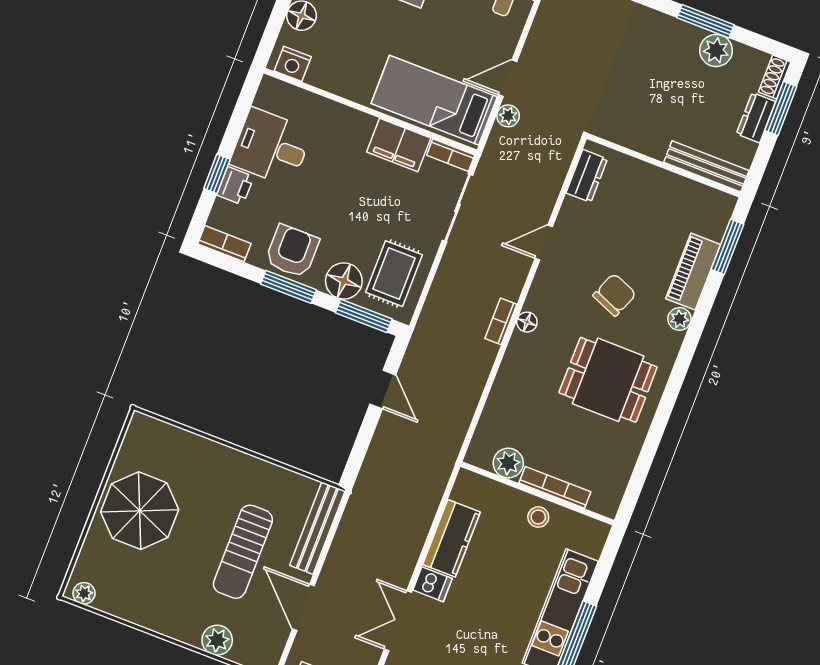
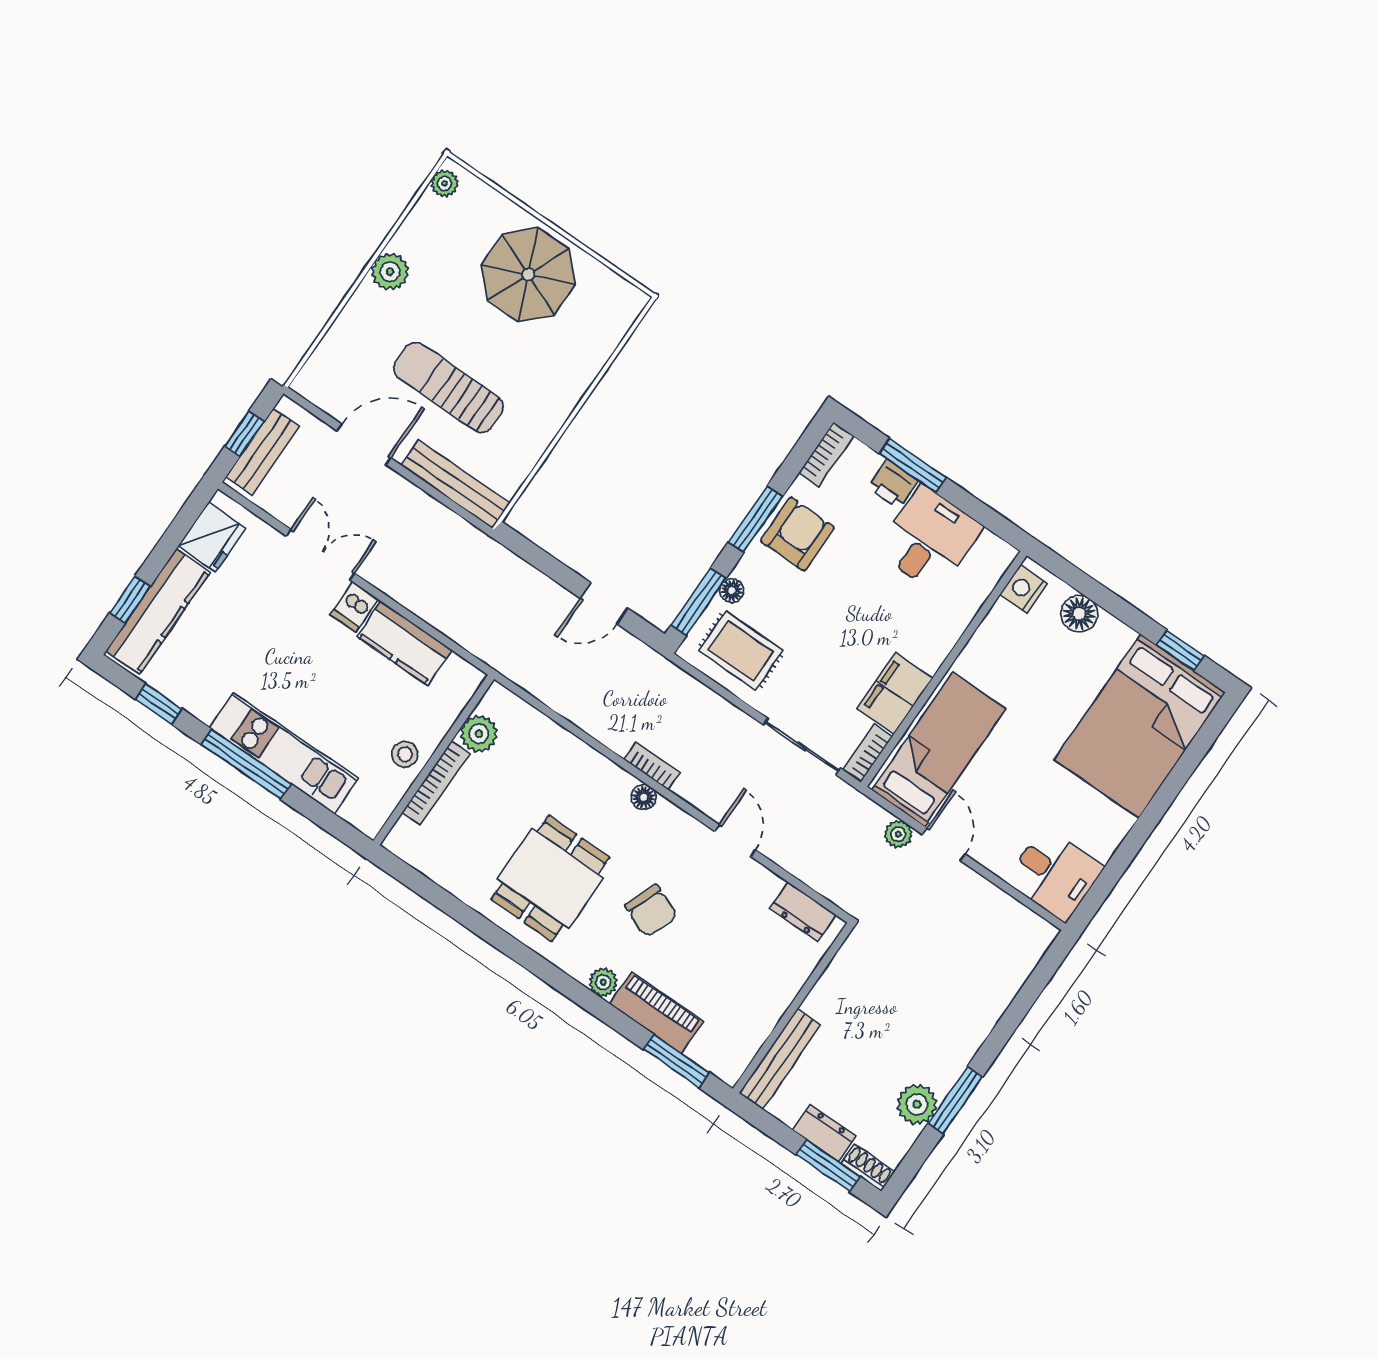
window: (217, 174) -> (913, 466), width x1.50
armchair: (292, 251) -> (798, 534), turned -90
floor lamp: (344, 281) -> (732, 591), width x0.53, depth x0.53
plant: (217, 640) -> (390, 272), moved

